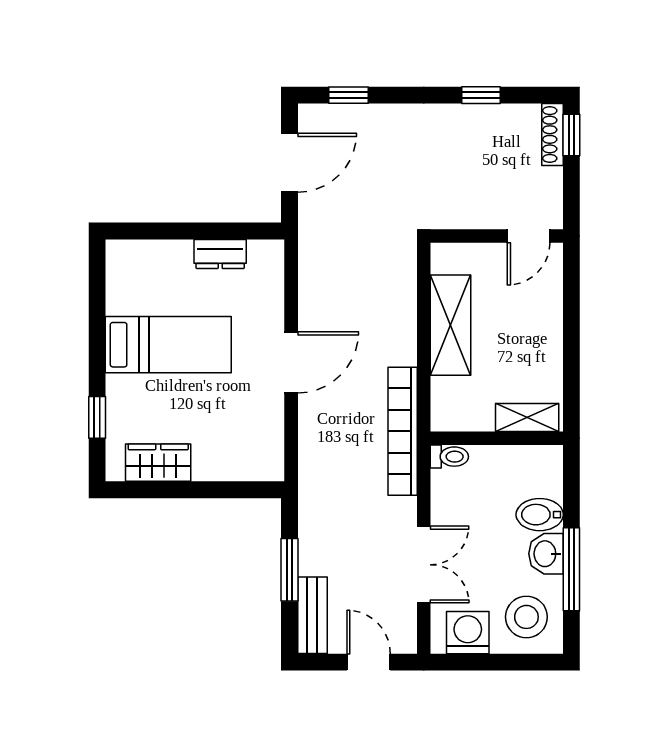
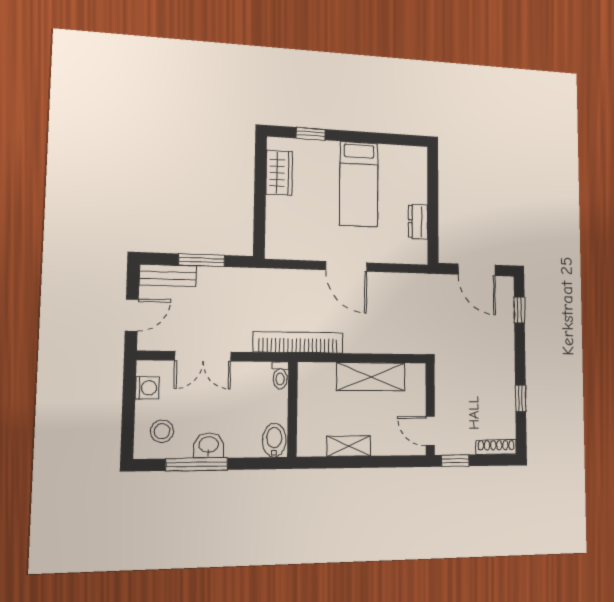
window: (571, 135) -> (455, 461), moved
shelving: (527, 418) -> (349, 446), moved, turned 90
bidet: (540, 515) -> (274, 440), moved
stool: (526, 617) -> (162, 431), width x0.73, depth x0.73
washing machine: (468, 633) -> (147, 388), width x0.73, depth x0.73

